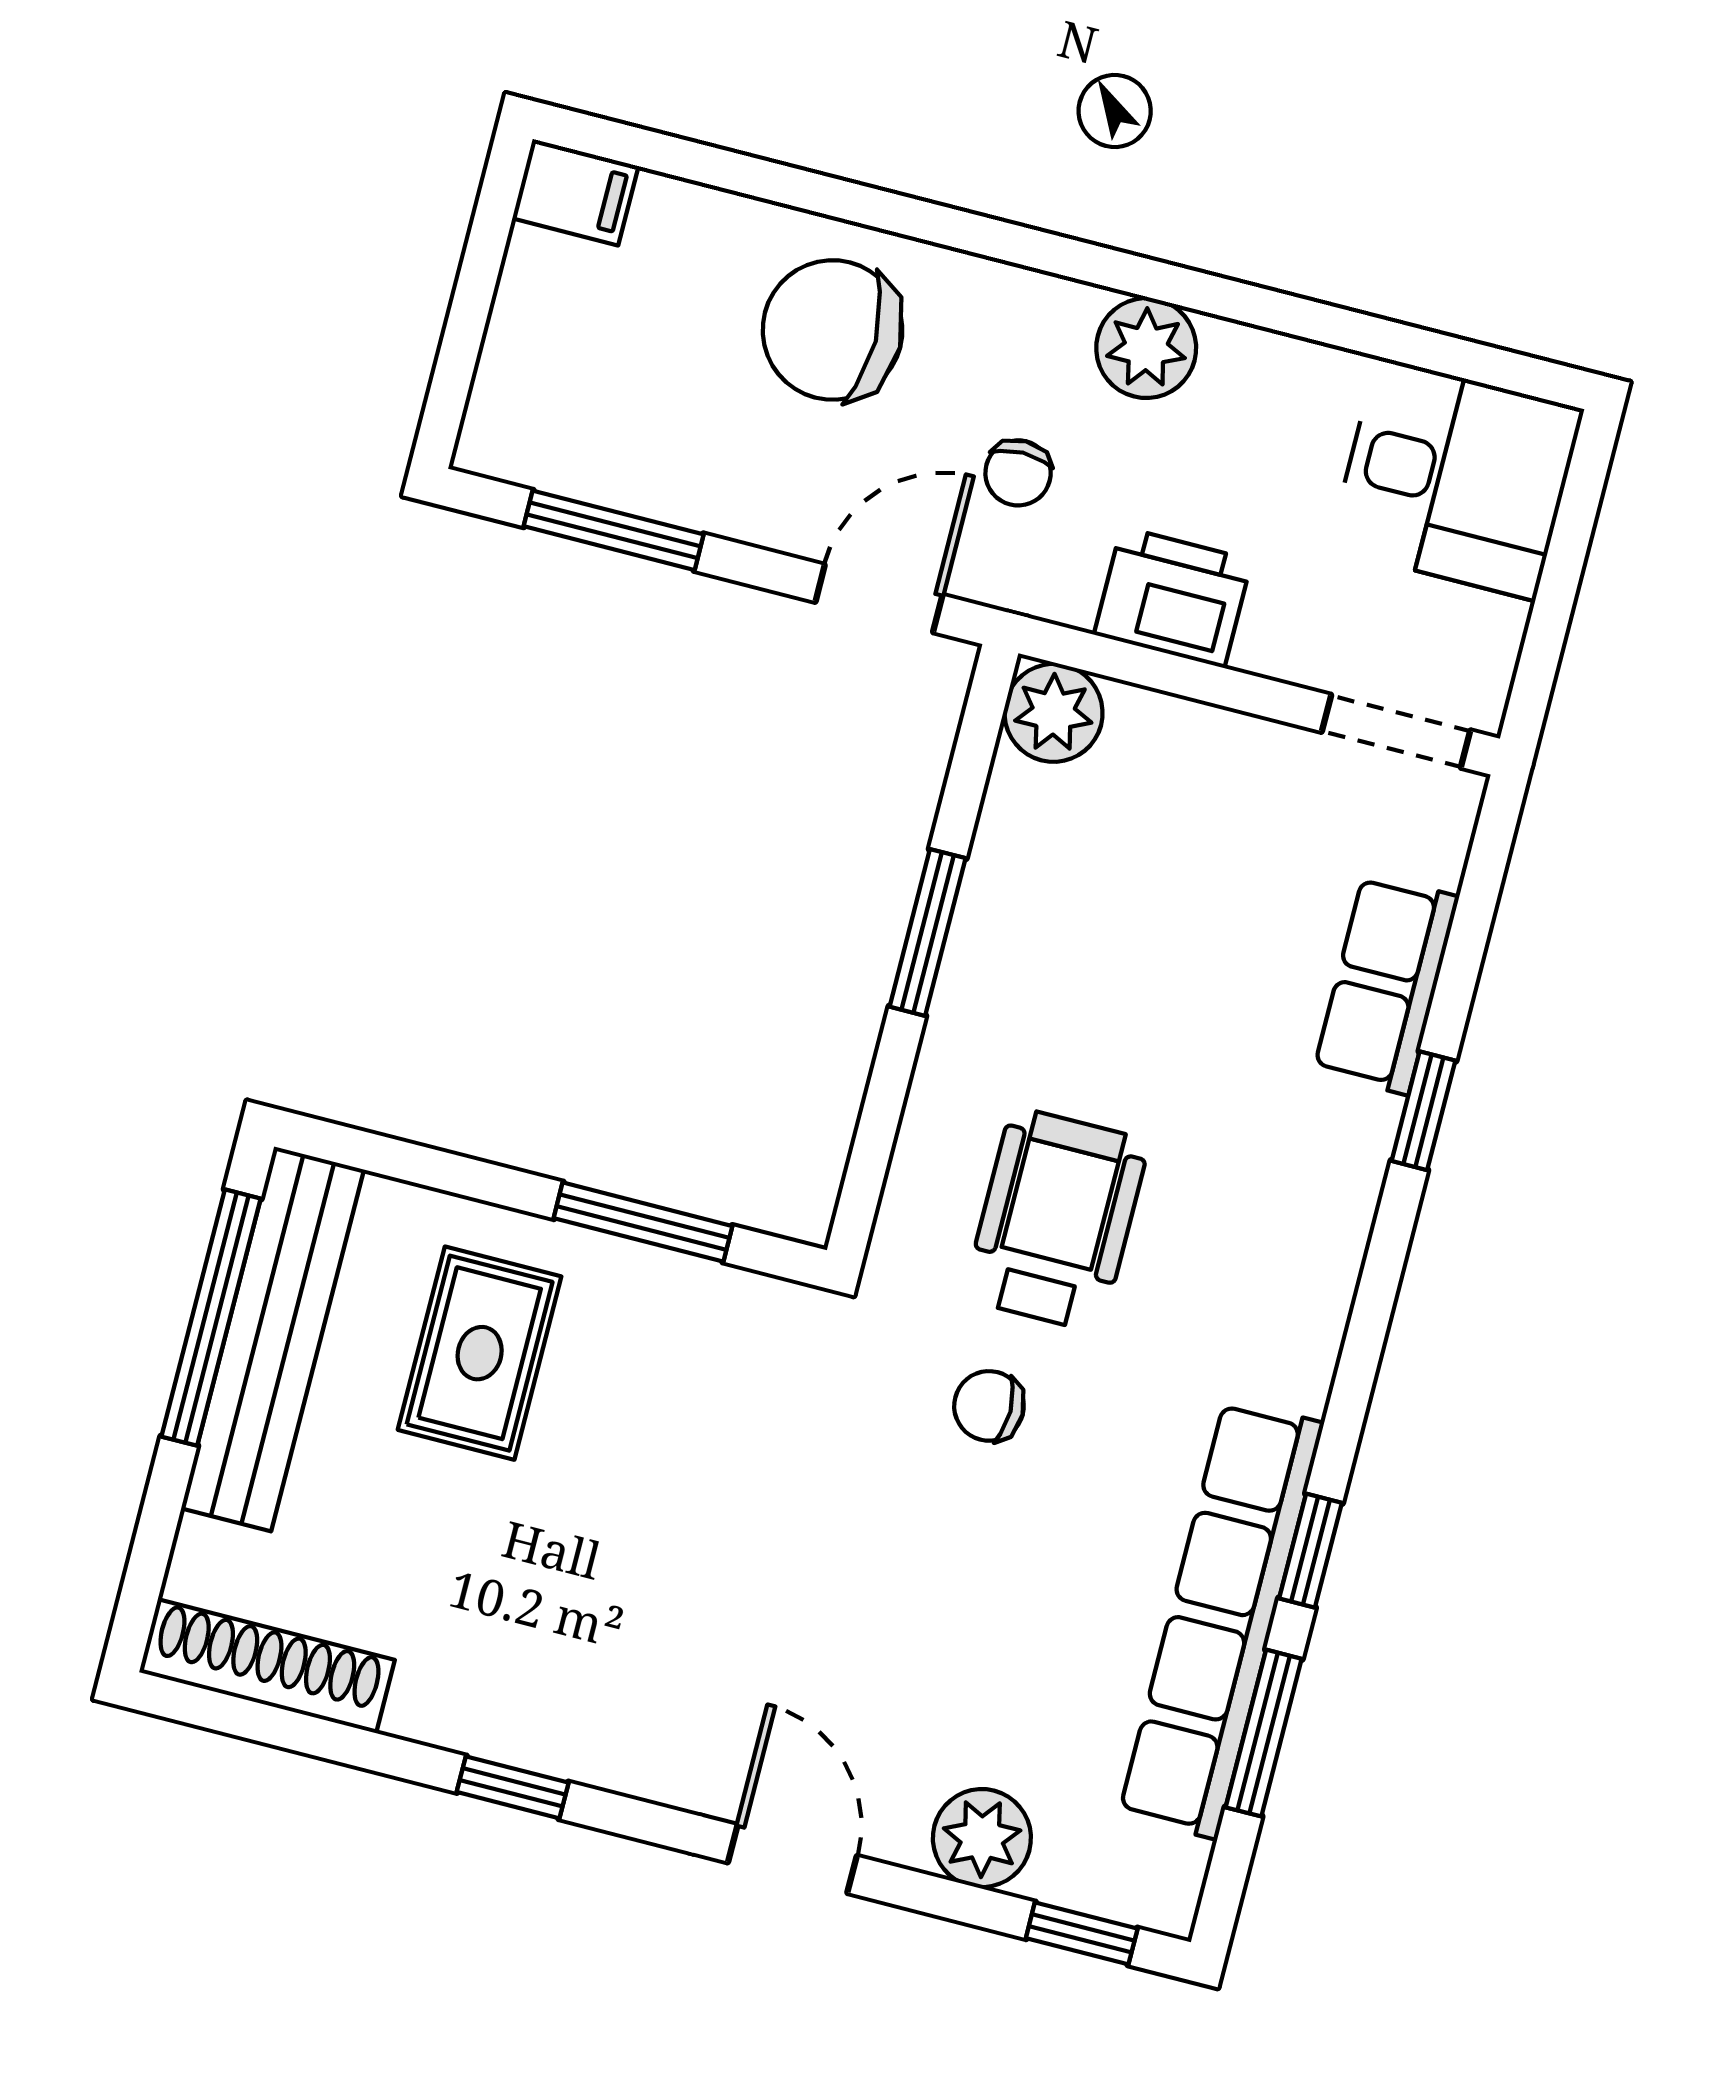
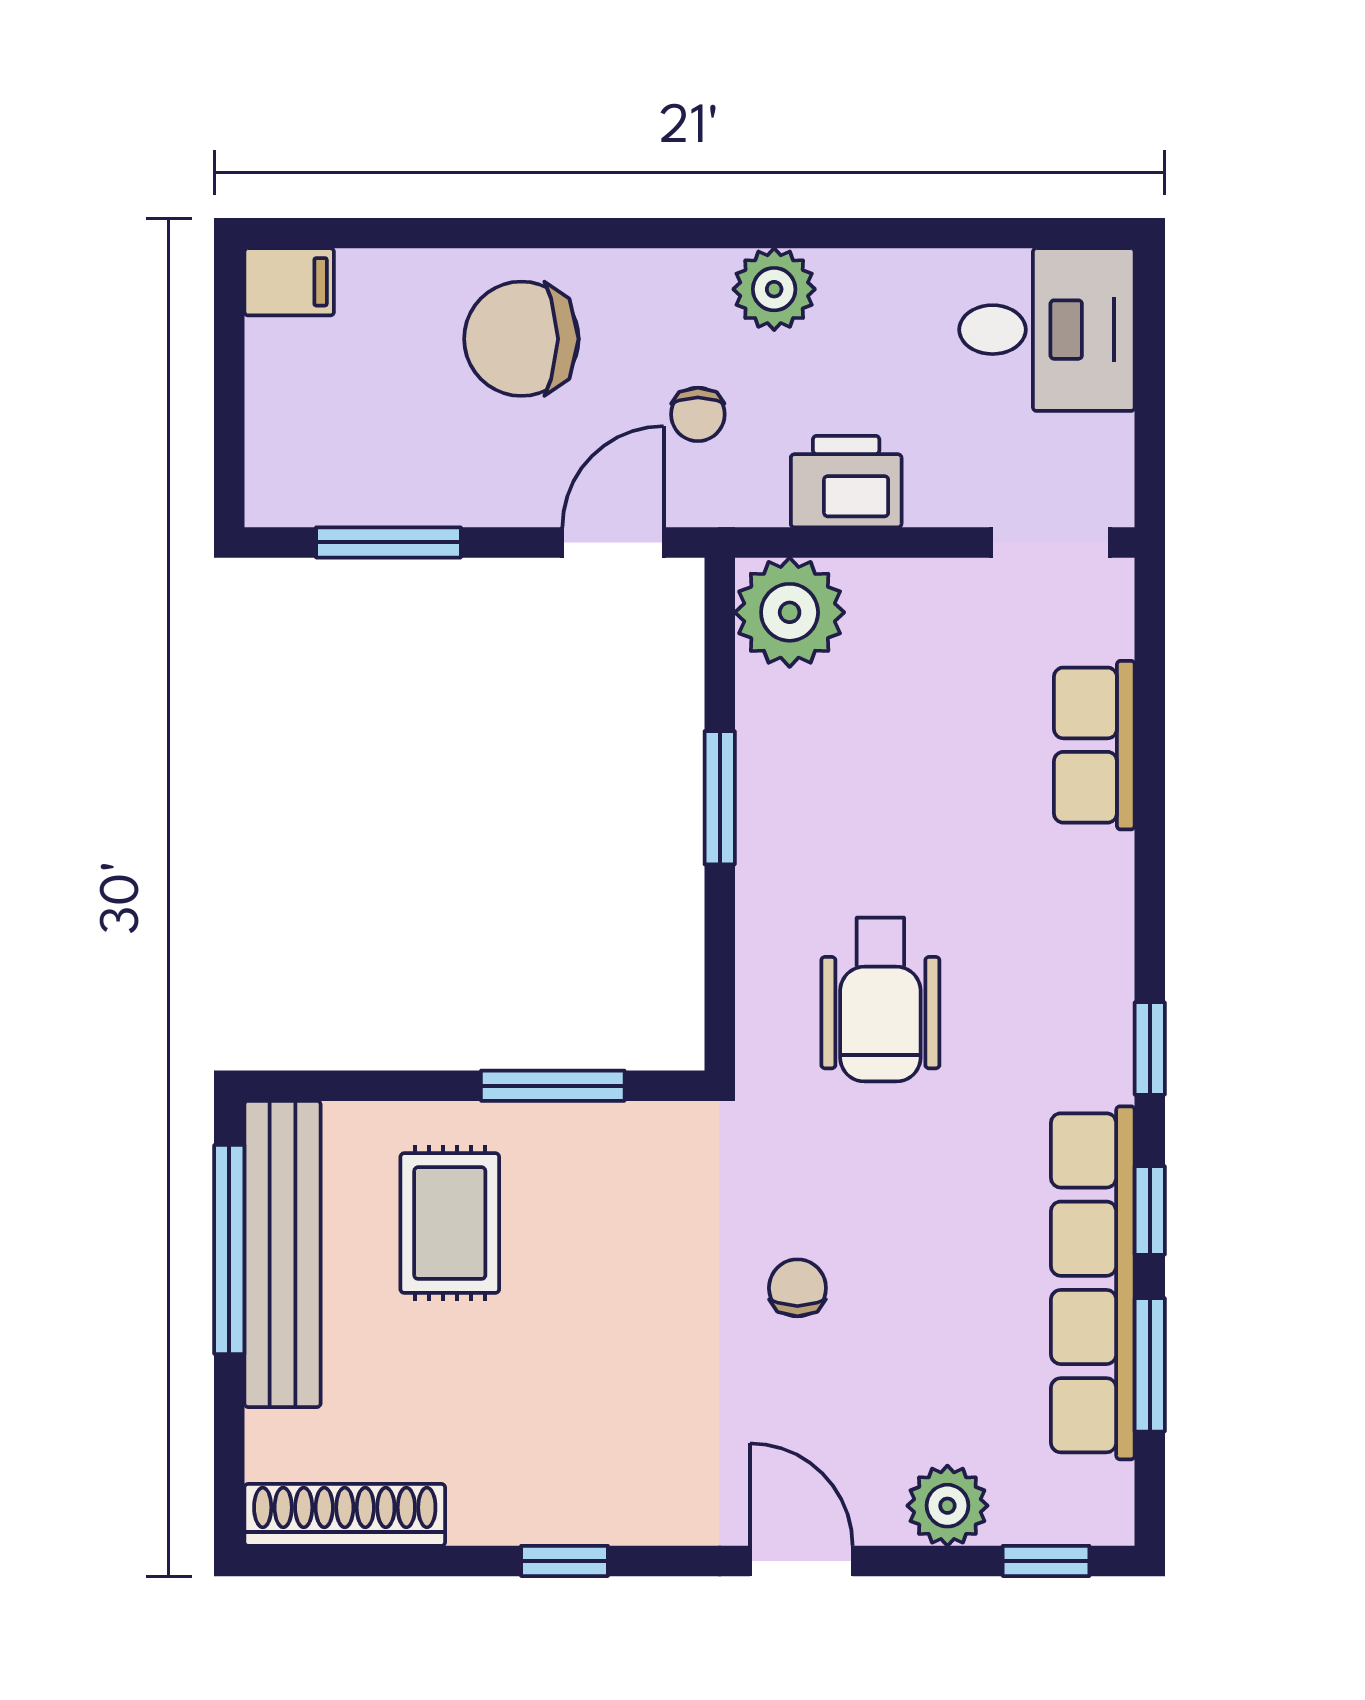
plant: (1054, 713) -> (790, 612), width x1.36, depth x1.36
window: (1423, 1111) -> (1150, 1049), moved
wheelchair: (1056, 1220) -> (880, 999), turned 180
chair: (989, 1406) -> (797, 1288), moved, turned 90

